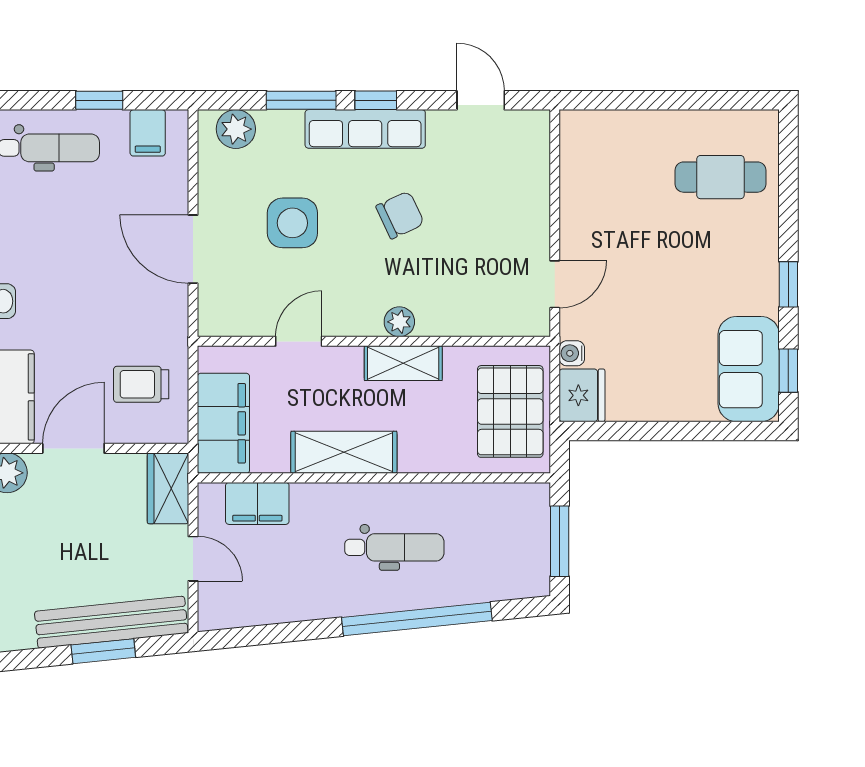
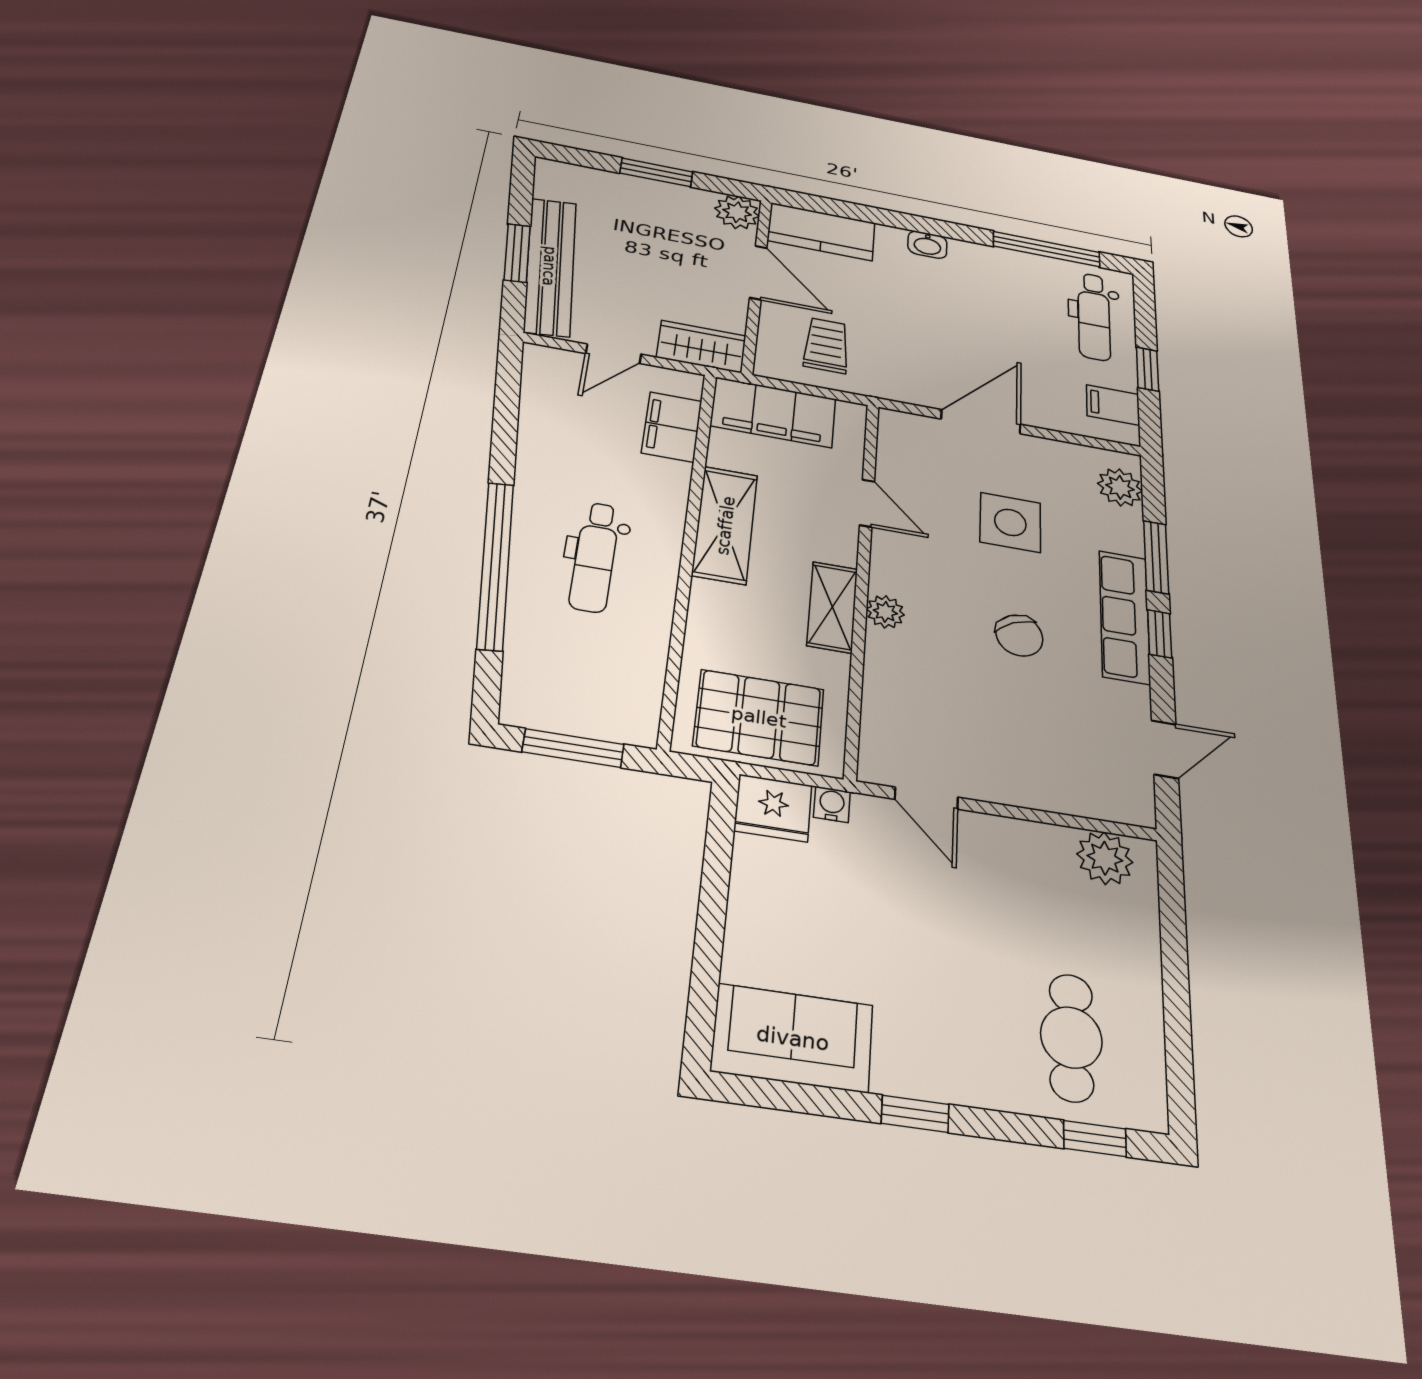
plant: (581, 150) -> (1105, 858), added
window: (788, 371) -> (1095, 1139), moved

